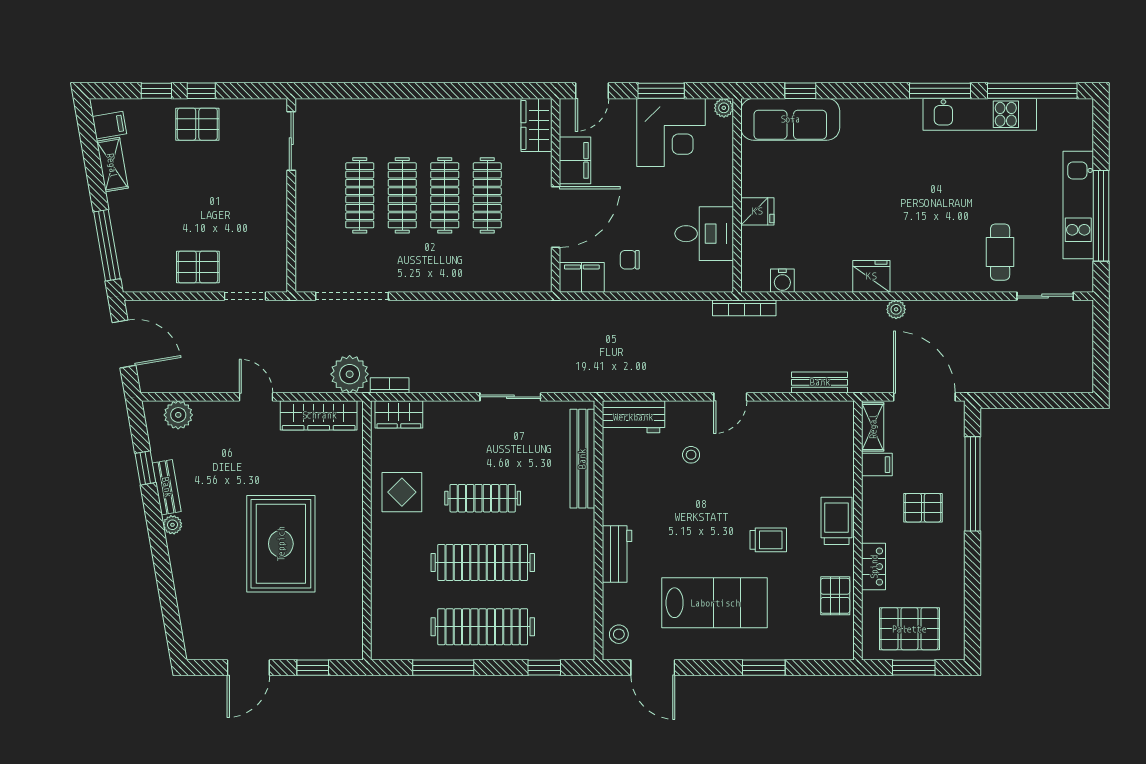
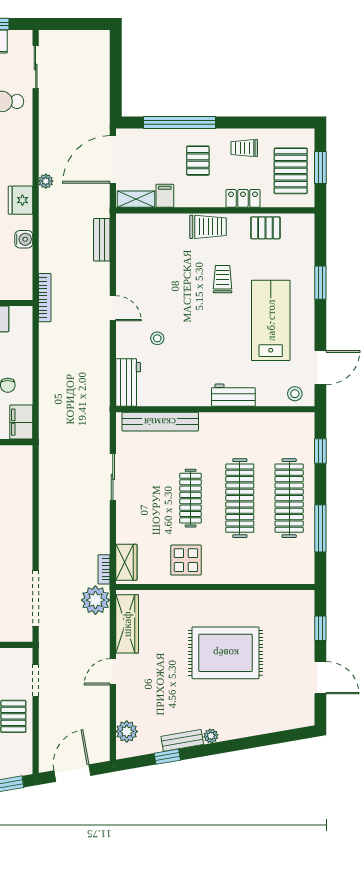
water cooler: (782, 281) -> (24, 239), moved
trolley: (837, 521) -> (208, 227), turned 180
trolley: (939, 568) -> (244, 148), added

